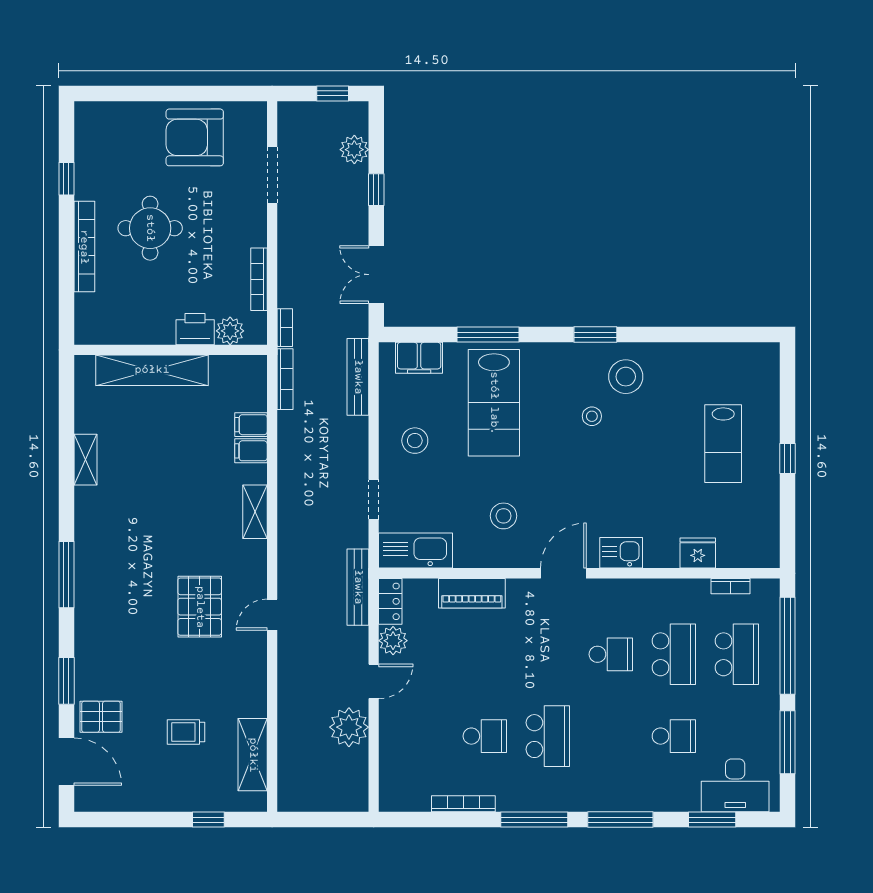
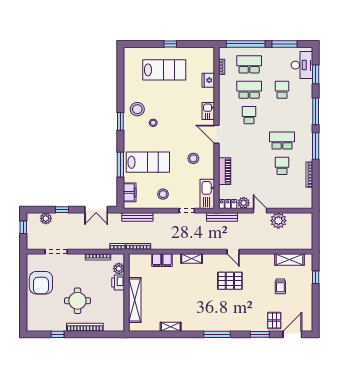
lab bench: (723, 444) -> (164, 70), width x1.36, depth x1.39

